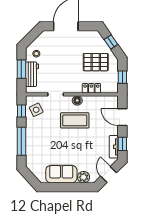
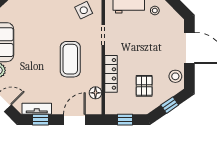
stool: (88, 37) -> (175, 76), added
pallet: (96, 62) -> (144, 86), width x0.67, depth x0.71
locker: (91, 88) -> (111, 74), width x1.53
floor lamp: (77, 100) -> (95, 93), moved

